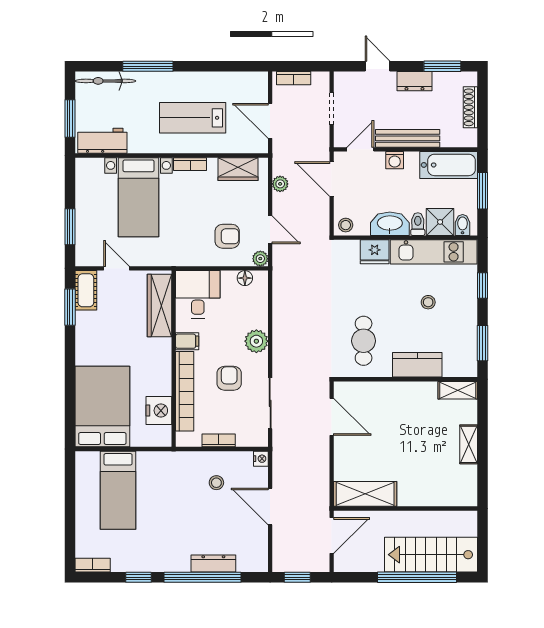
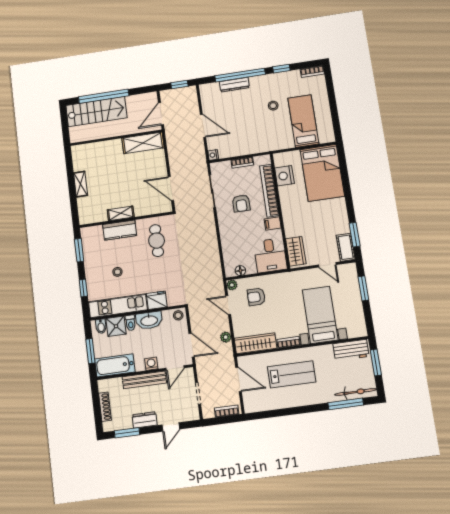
window: (148, 66) -> (346, 404), moved
door: (377, 66) -> (171, 427), hinge flipped
wardrobe: (238, 169) -> (256, 343), width x1.50
wardrobe: (159, 305) -> (296, 251), width x0.67
plant: (256, 341) -> (227, 230), removed
shelving: (458, 390) -> (121, 213), moved
stool: (216, 483) -> (273, 106), moved

